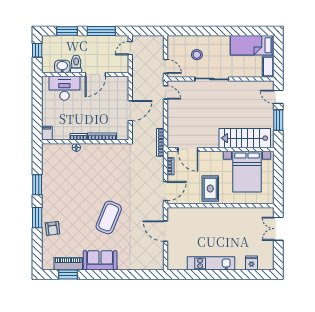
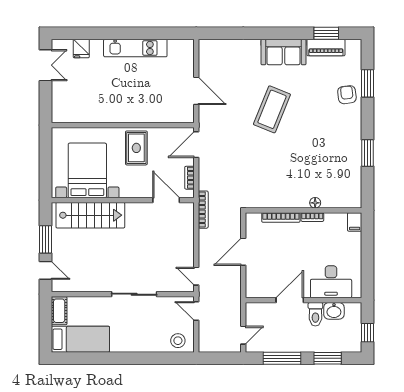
stool: (197, 55) -> (178, 341), moved
window: (37, 218) -> (368, 83), moved
double door: (278, 229) -> (45, 65), moved

